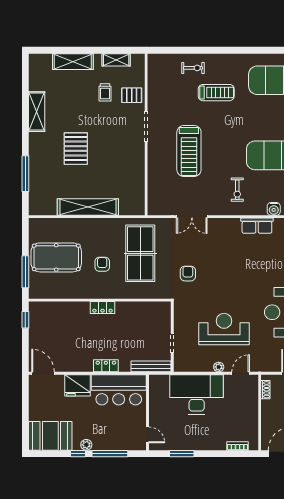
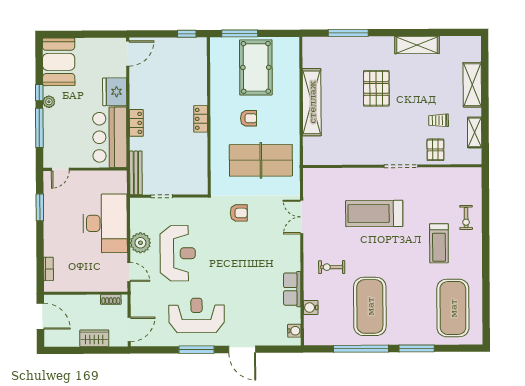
pallet: (76, 149) -> (376, 88), turned 90
plant: (219, 367) -> (140, 243), width x1.88, depth x1.88

